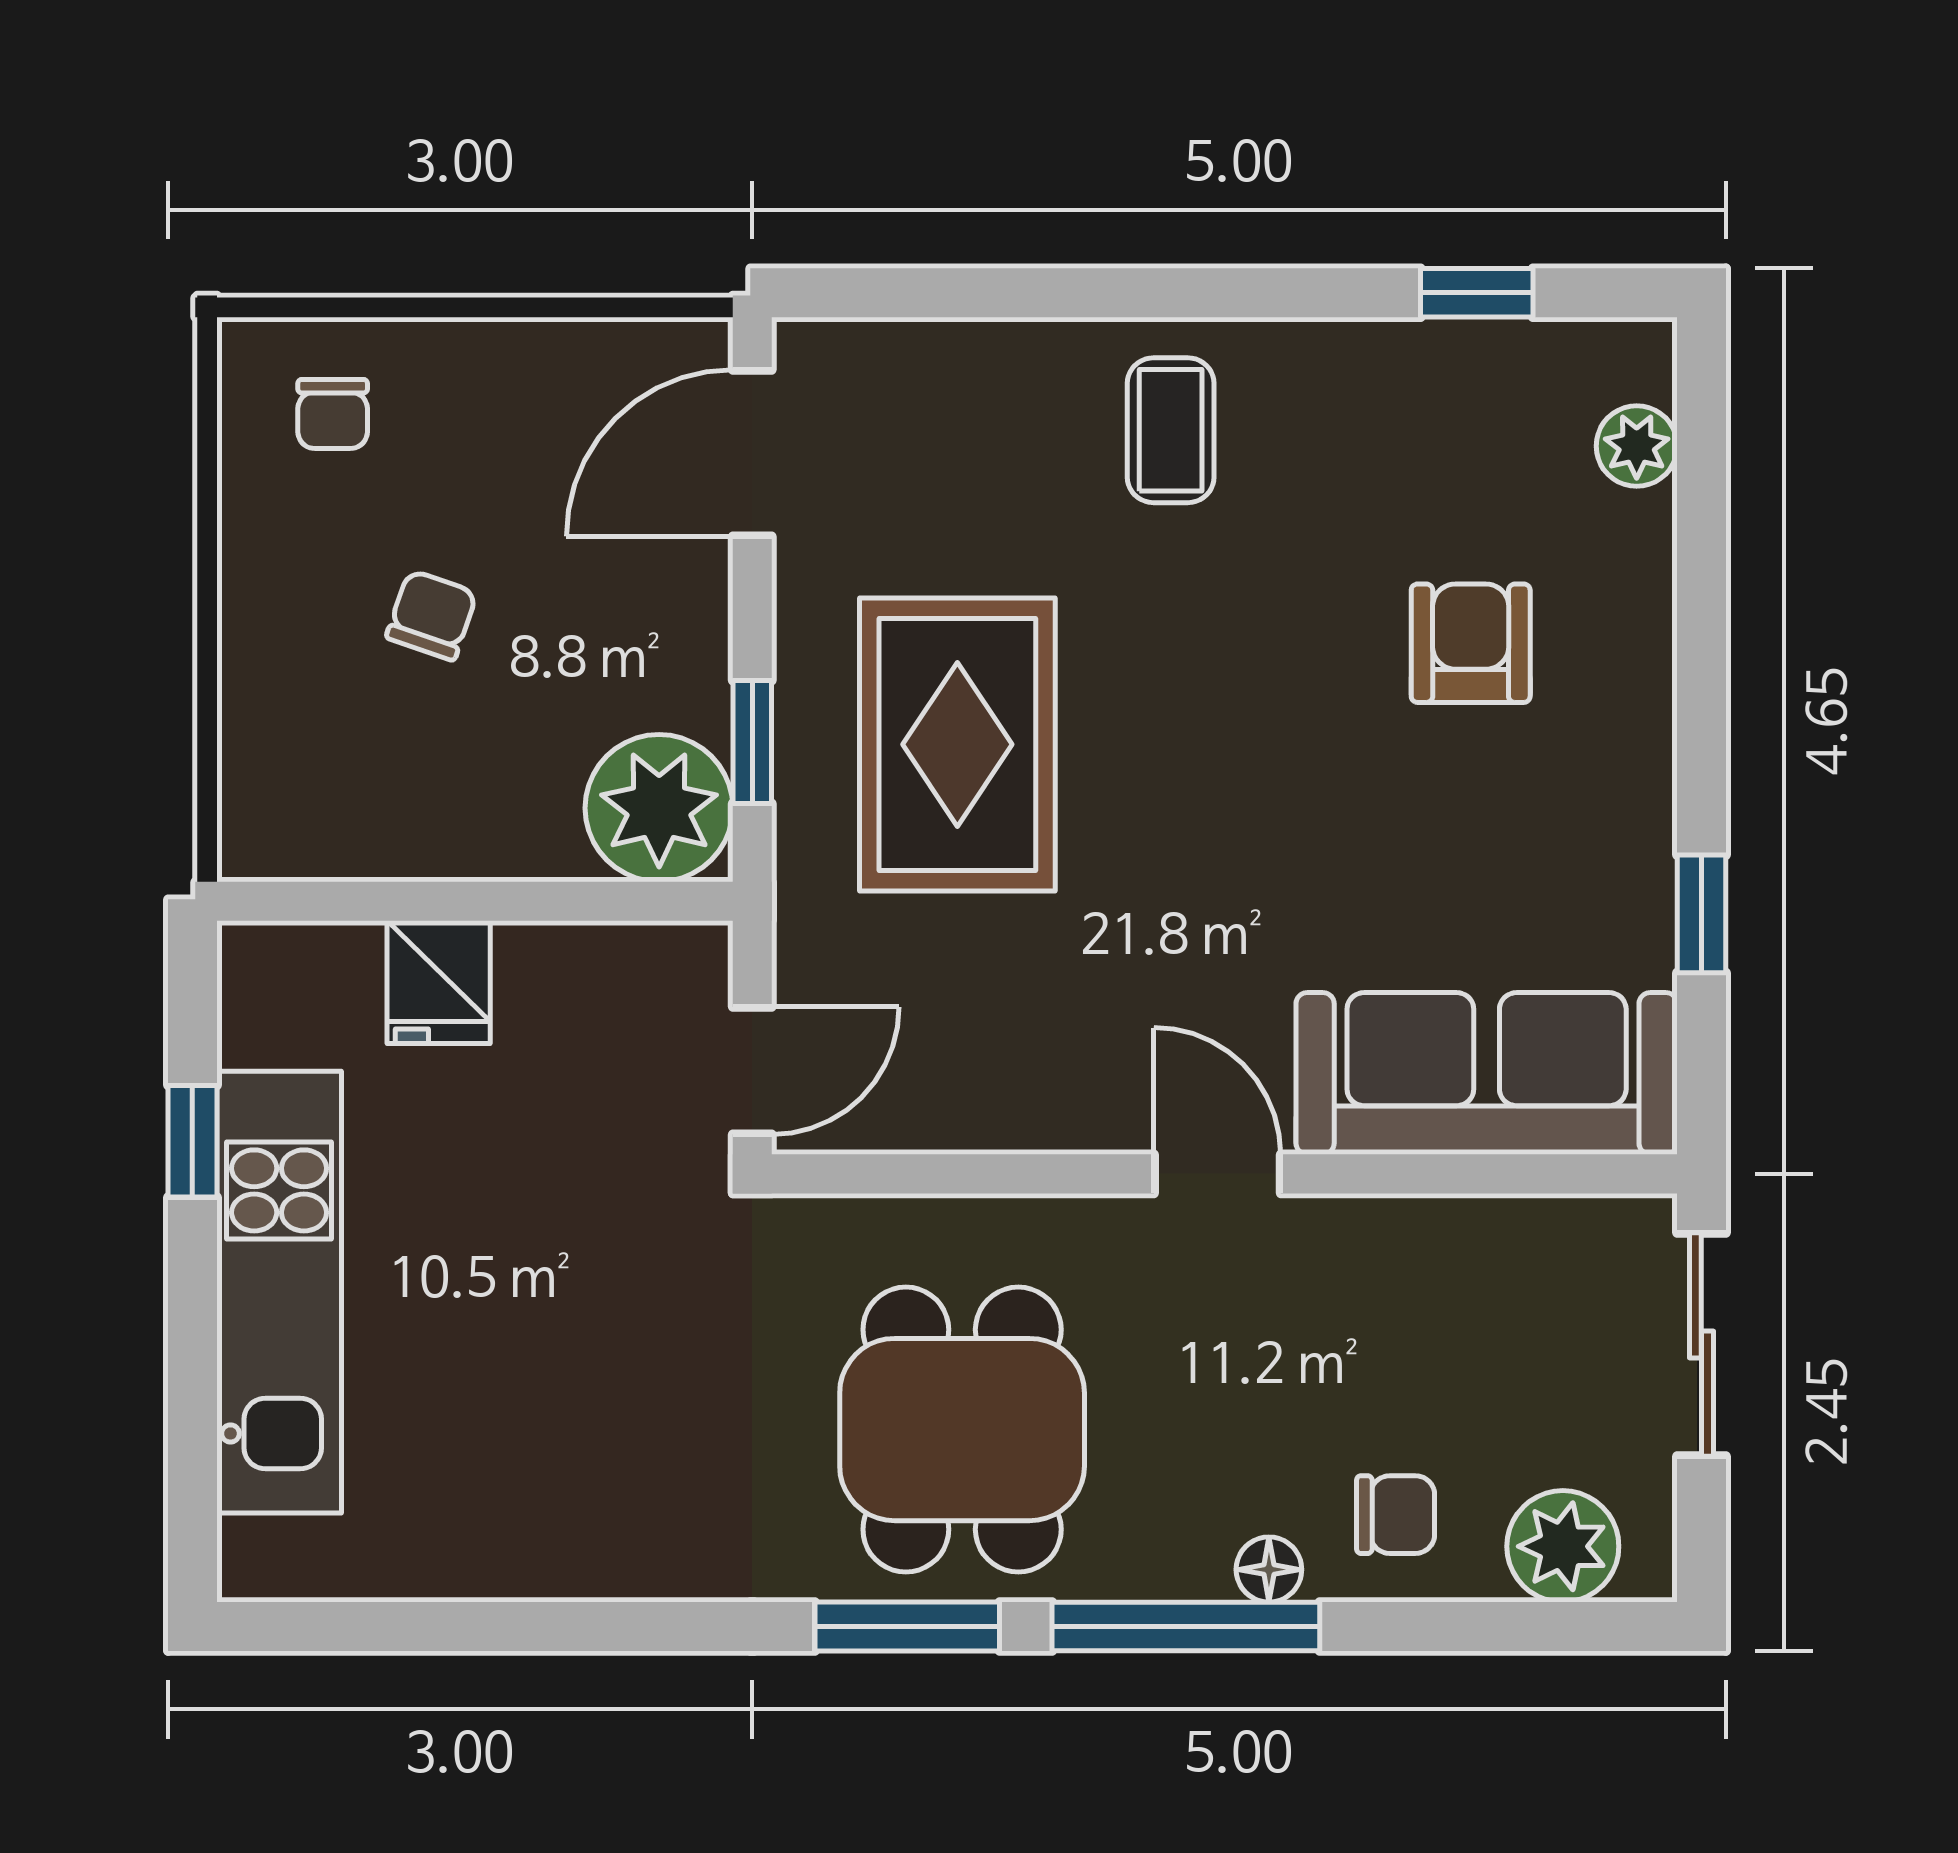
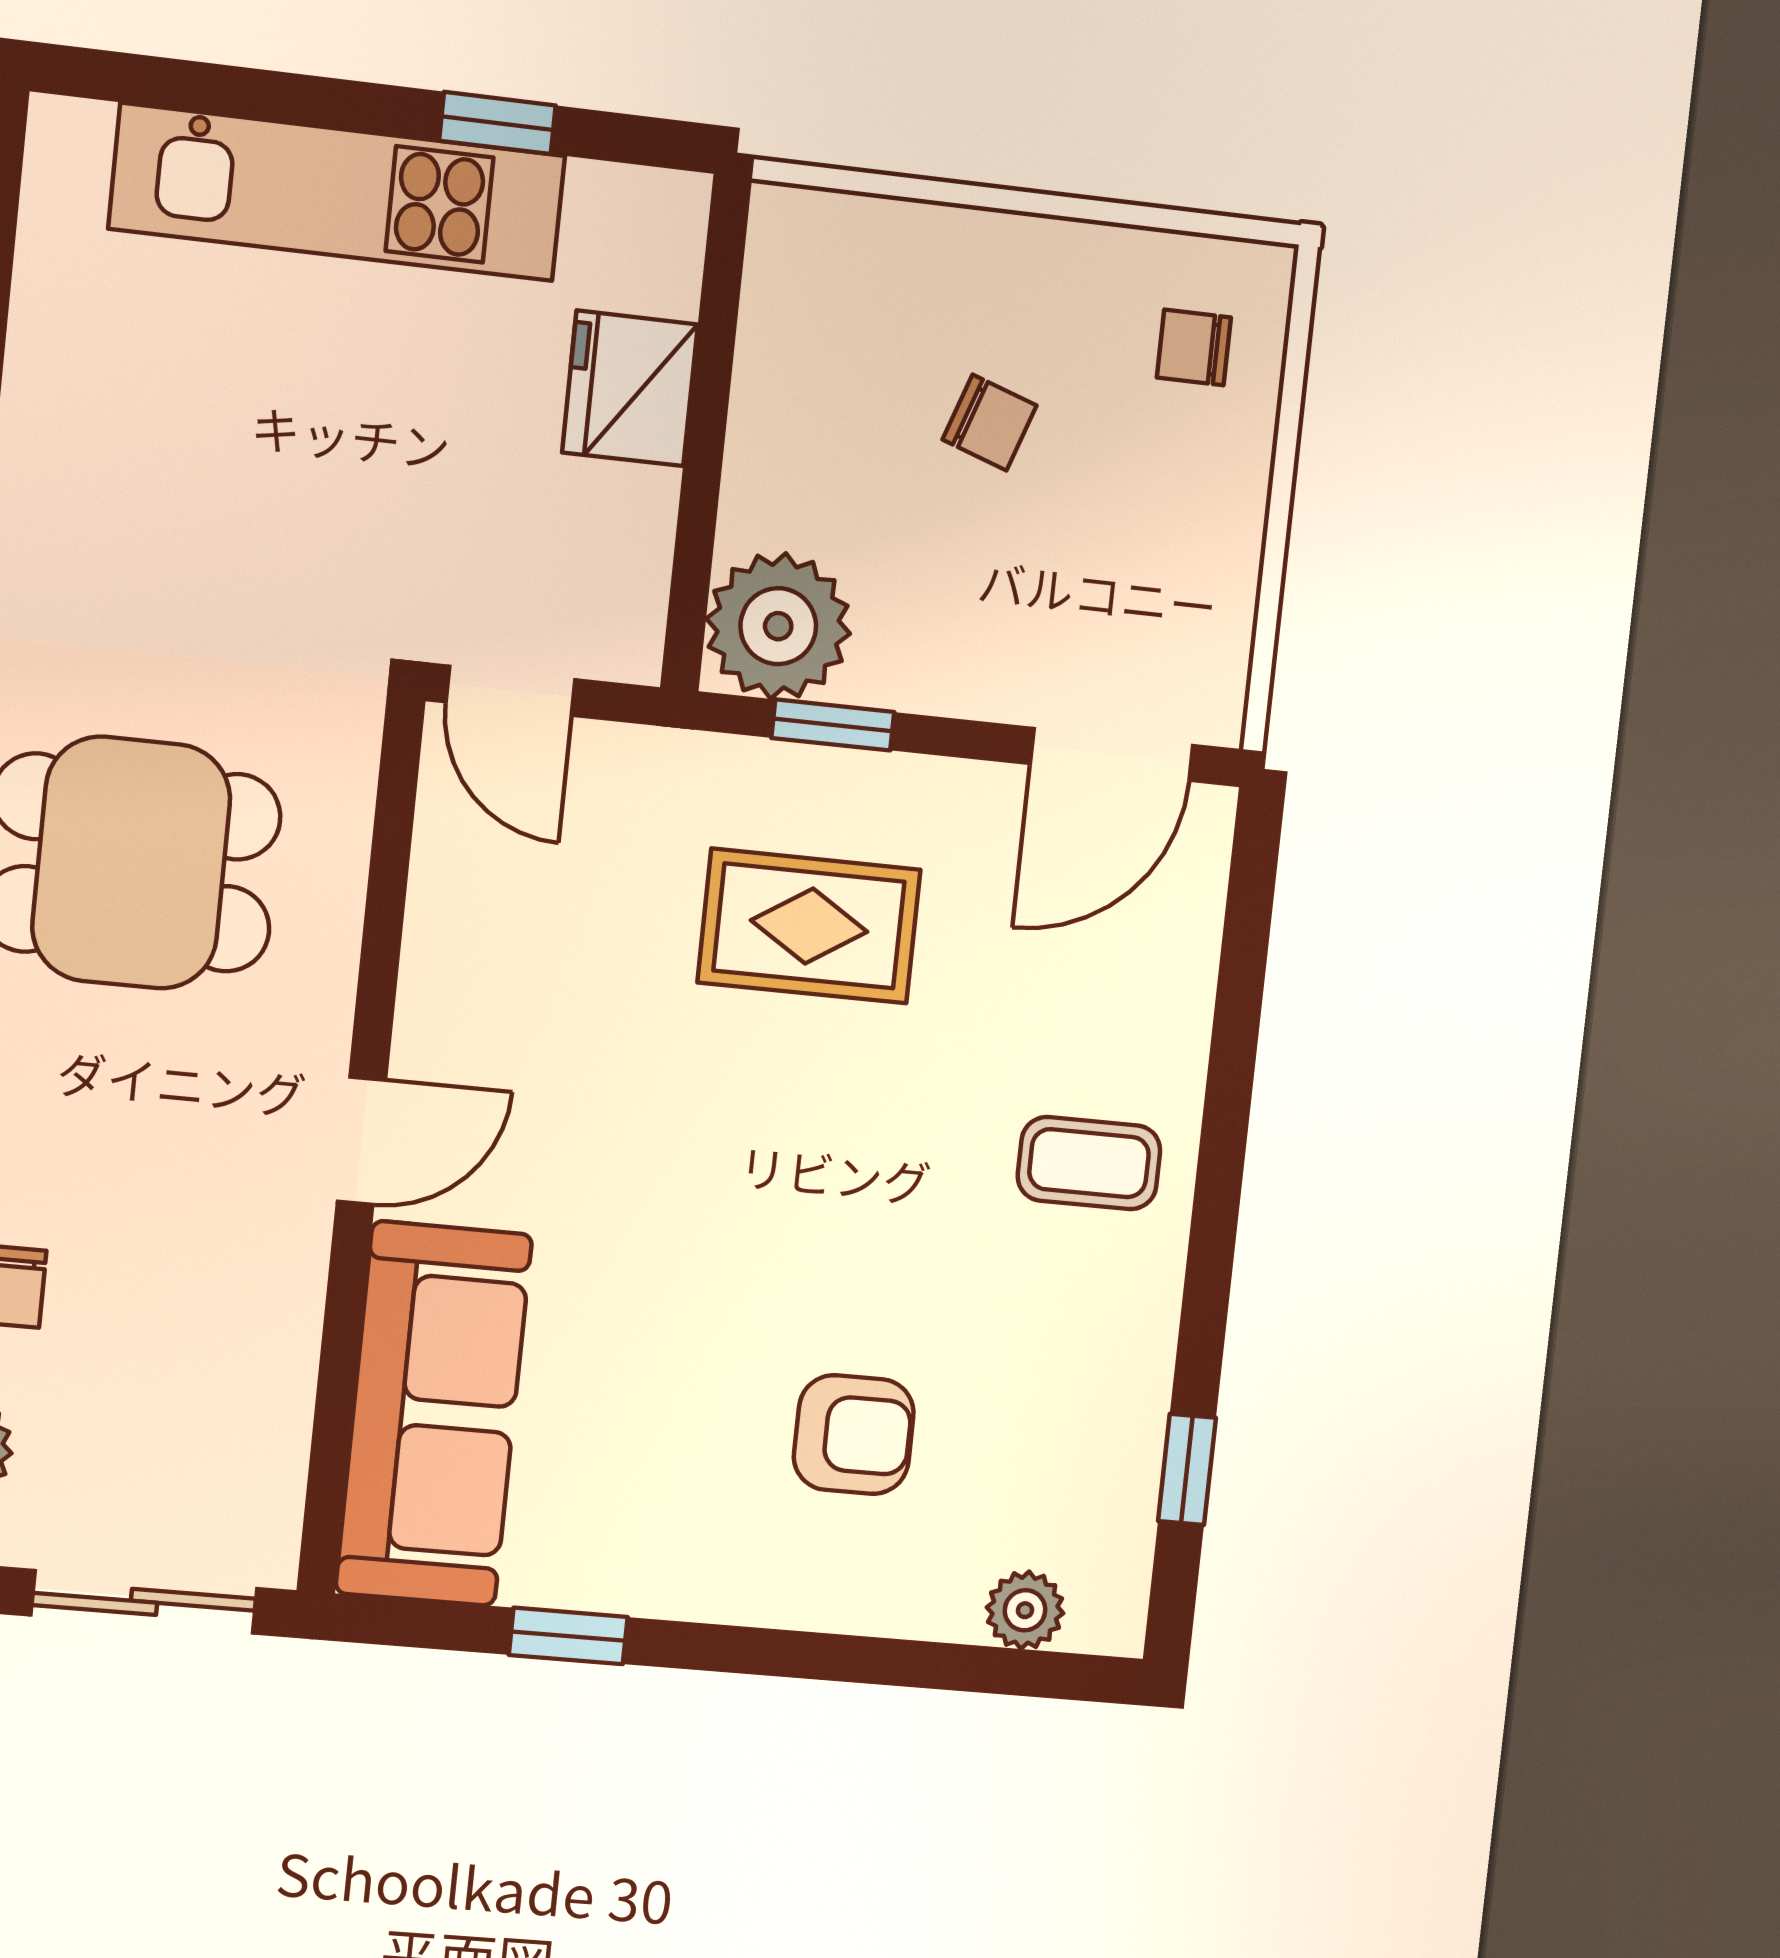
door: (752, 453) -> (1112, 755), swing flipped
rug: (957, 744) -> (809, 926), width x0.73, depth x0.70
fridge: (439, 982) -> (630, 388), width x1.38

